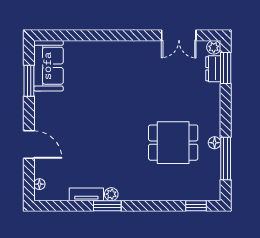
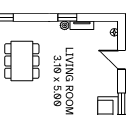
dining table: (173, 143) -> (22, 61), width x1.38

